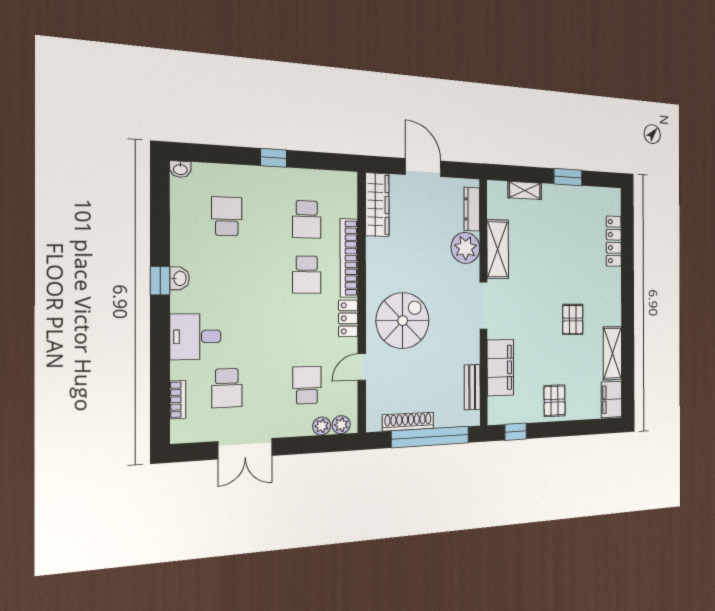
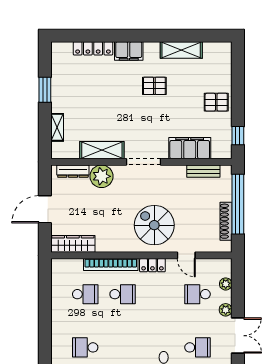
window: (274, 158) -> (45, 317), removed
filing cabinet: (611, 399) -> (129, 51), moved
plant: (341, 425) -> (226, 310), moved

